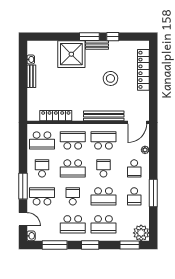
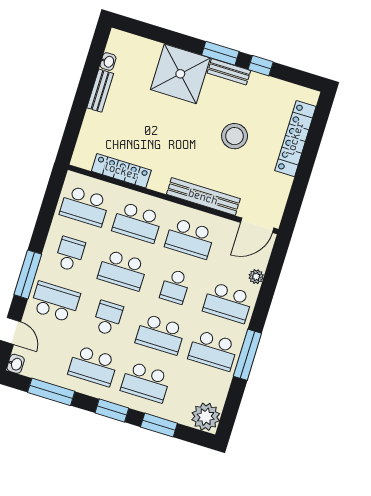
school desk: (73, 140) -> (137, 222), turned 180
school desk: (103, 140) -> (190, 239), turned 180
school desk: (103, 168) -> (175, 286), turned 180
school desk: (134, 168) -> (228, 303), width x1.85
school desk: (134, 196) -> (213, 350), width x1.85
window: (130, 245) -> (159, 425), moved

